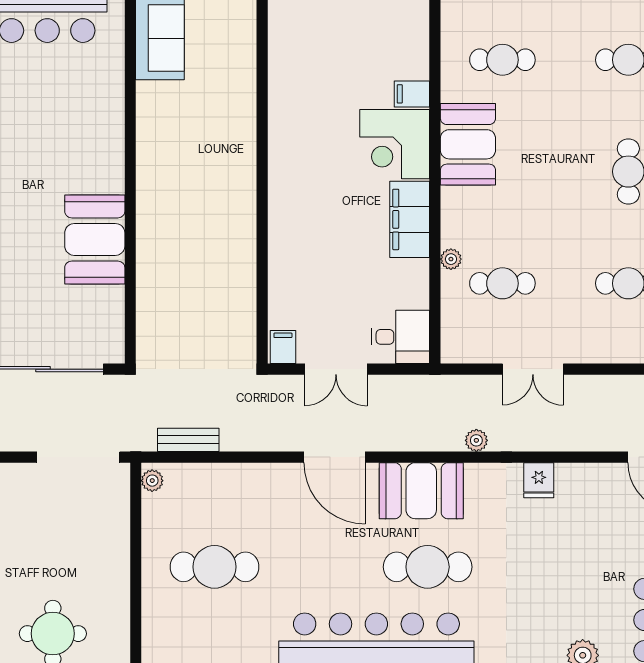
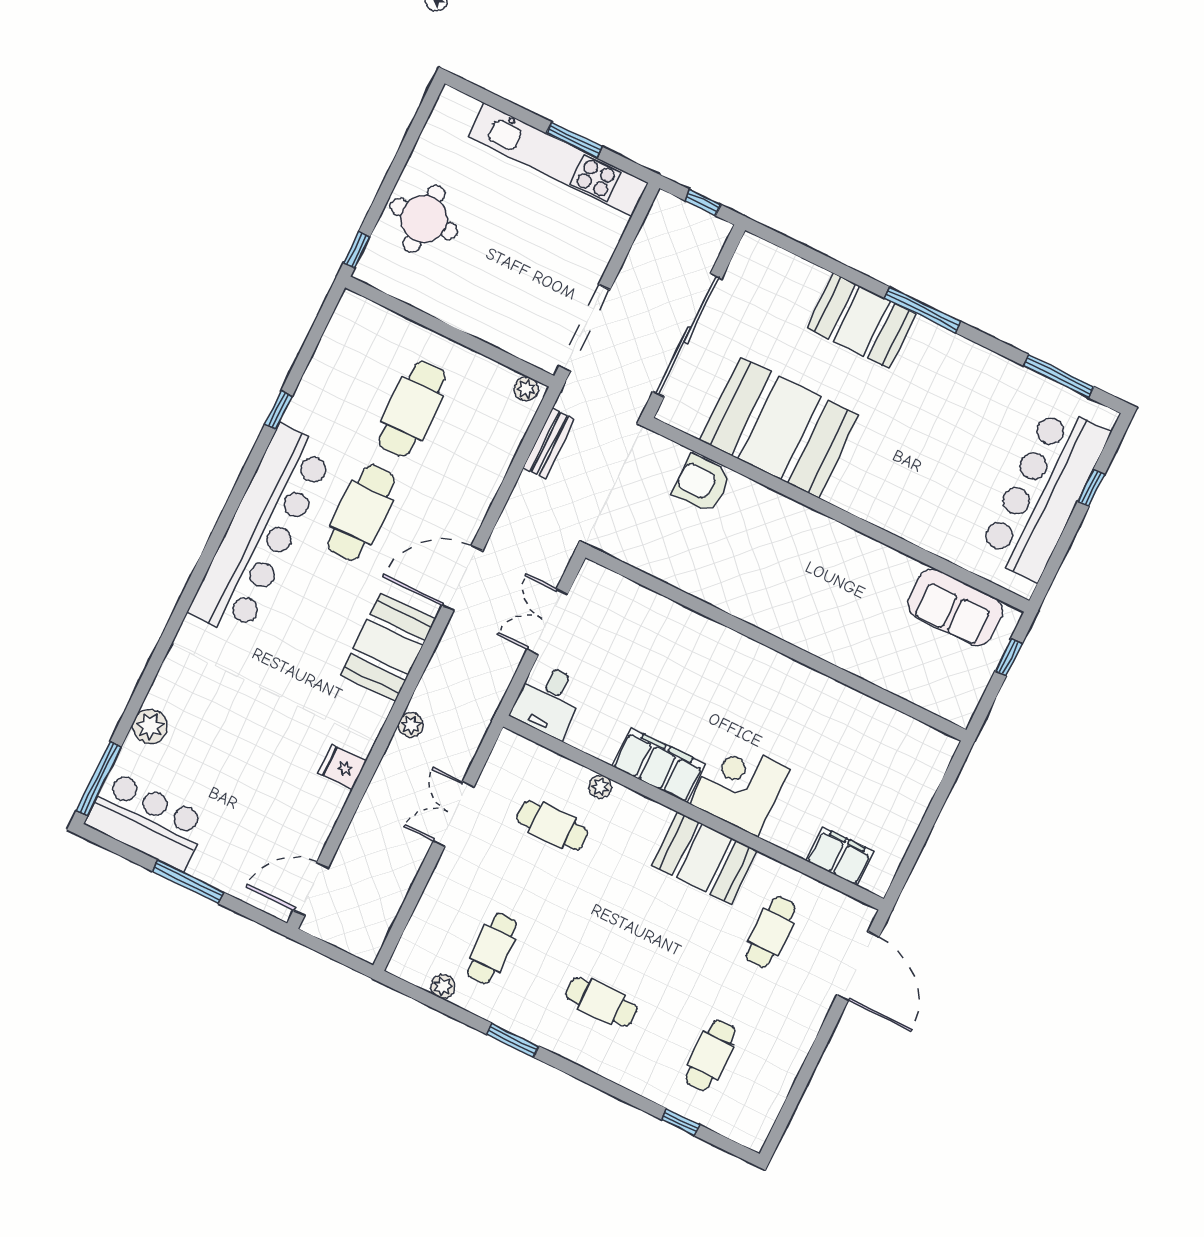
filing cabinet: (412, 94) -> (840, 856), moved, width x2.00
booth: (95, 239) -> (780, 428), width x1.36, depth x1.42
cafe table: (502, 283) -> (552, 825), turned 90
armchair: (159, 297) -> (702, 484), added
filing cabinet: (283, 347) -> (594, 580), removed
cafe table: (428, 567) -> (361, 513), moved

